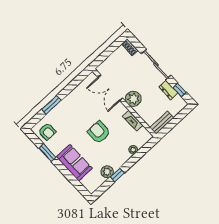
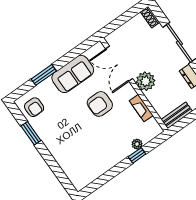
armchair: (99, 132) -> (100, 104), moved, turned -91
sofa: (74, 163) -> (73, 74), moved, turned 90
plant: (107, 172) -> (101, 167), removed
window: (117, 175) -> (137, 155), moved

